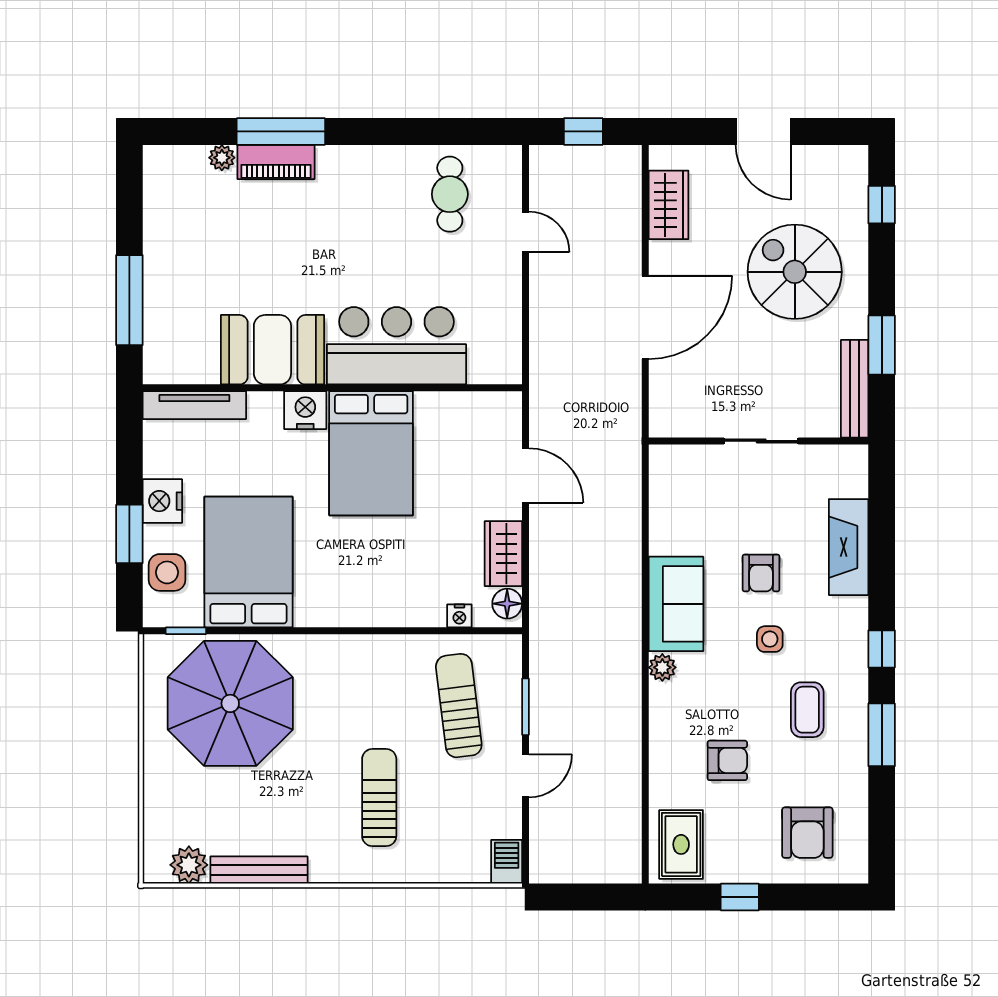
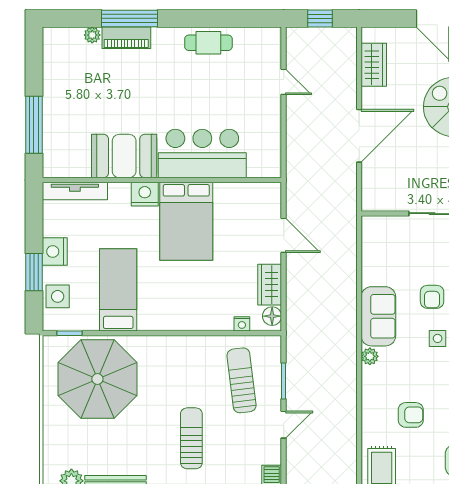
cafe table: (450, 194) -> (208, 43), moved, turned 90
bed: (248, 562) -> (118, 290), width x0.67

